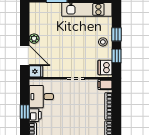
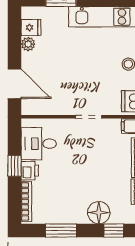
plant: (34, 39) -> (28, 44), moved
fridge: (36, 71) -> (31, 28), moved

